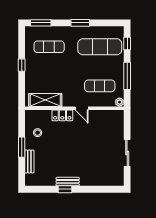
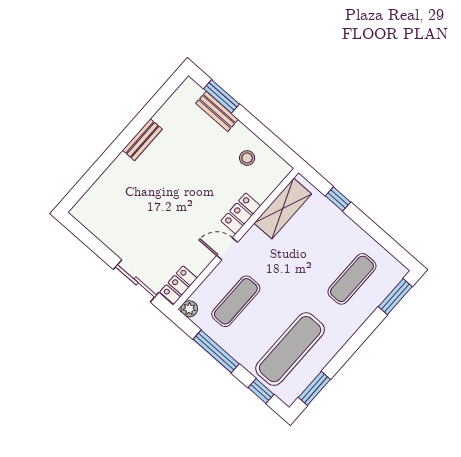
window: (80, 23) -> (314, 388), moved
window: (22, 65) -> (338, 199), moved
locker: (114, 115) -> (178, 285), added
window: (22, 147) -> (222, 96), moved
sliding door: (127, 153) -> (136, 281), moved
window: (65, 189) -> (135, 127), removed

